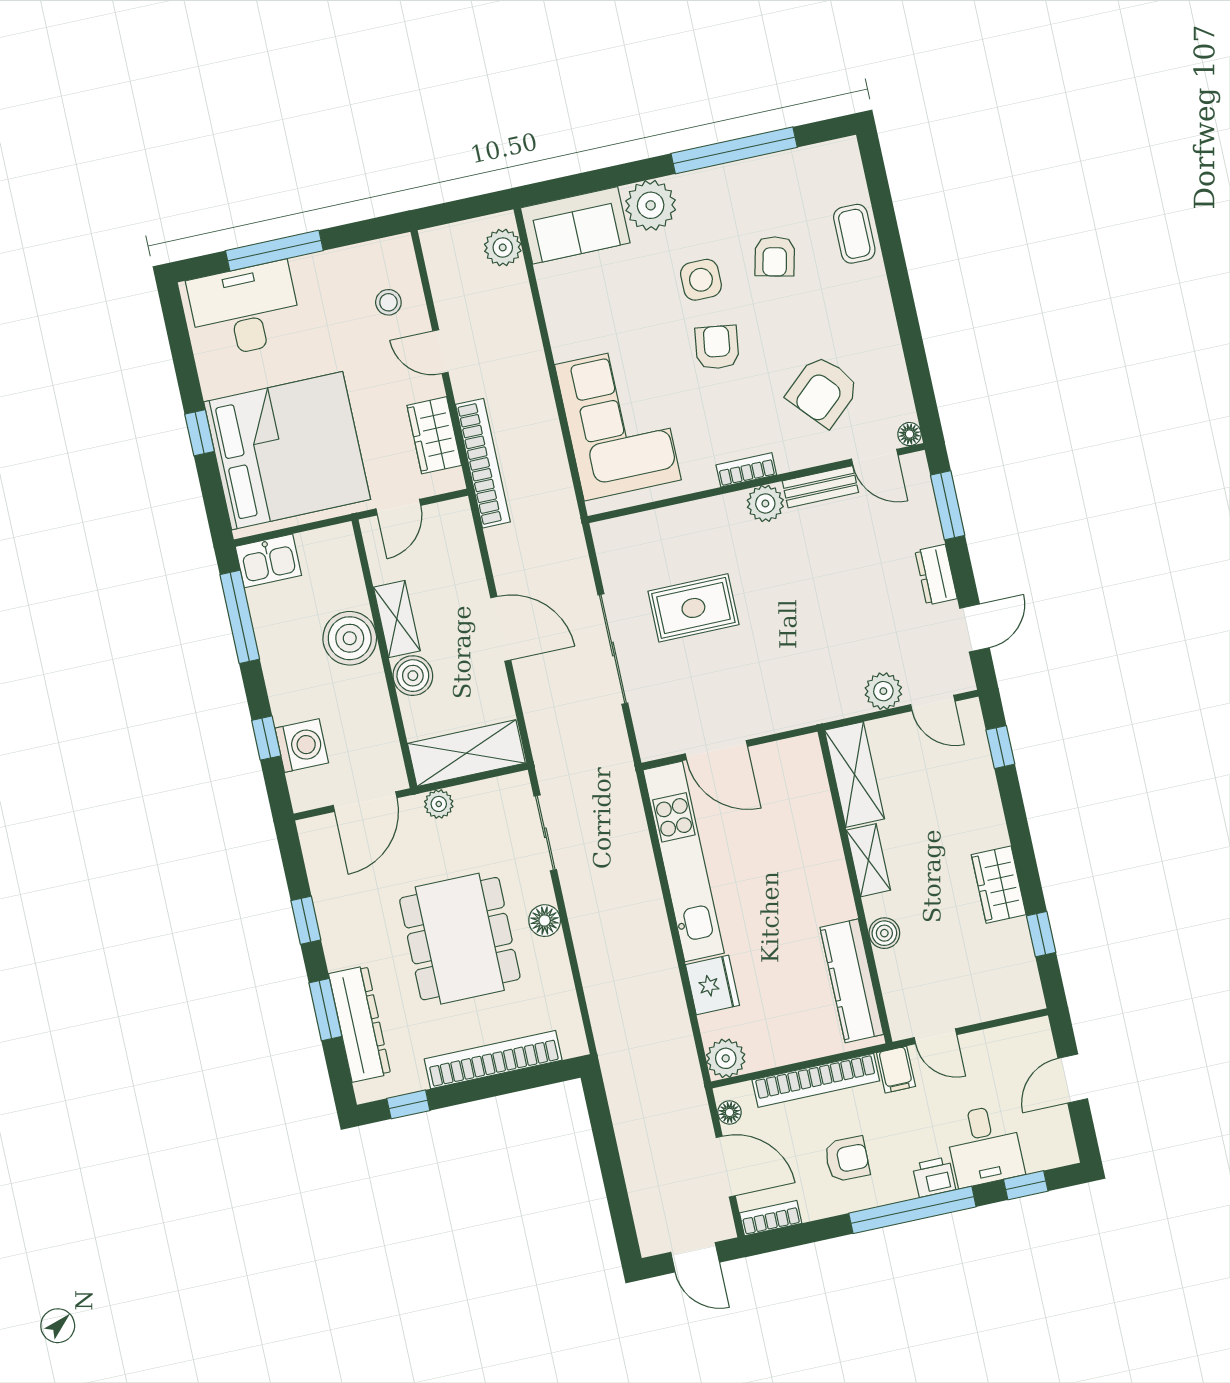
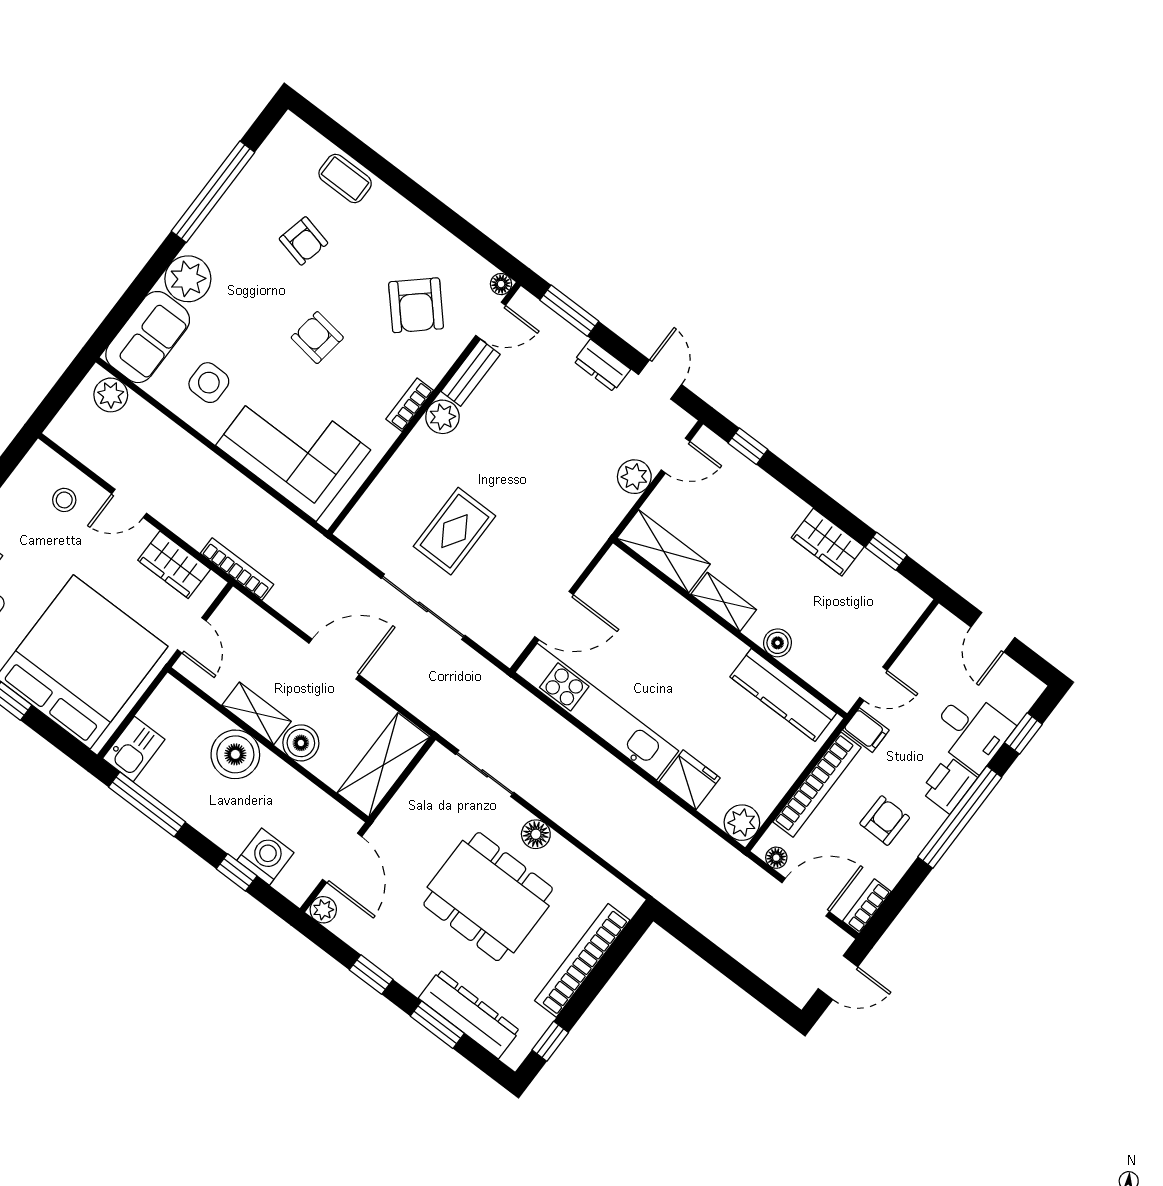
side table: (701, 280) -> (209, 383), moved
bookcase: (483, 463) -> (237, 569), width x0.68, depth x0.76
plant: (439, 804) -> (323, 910), moved
printer: (934, 1177) -> (949, 784), width x1.36, depth x1.24

